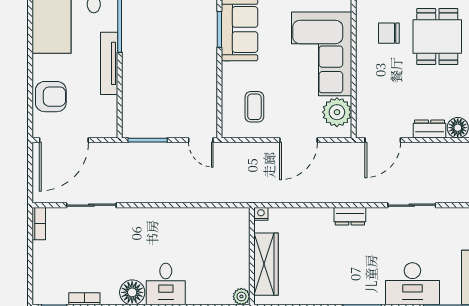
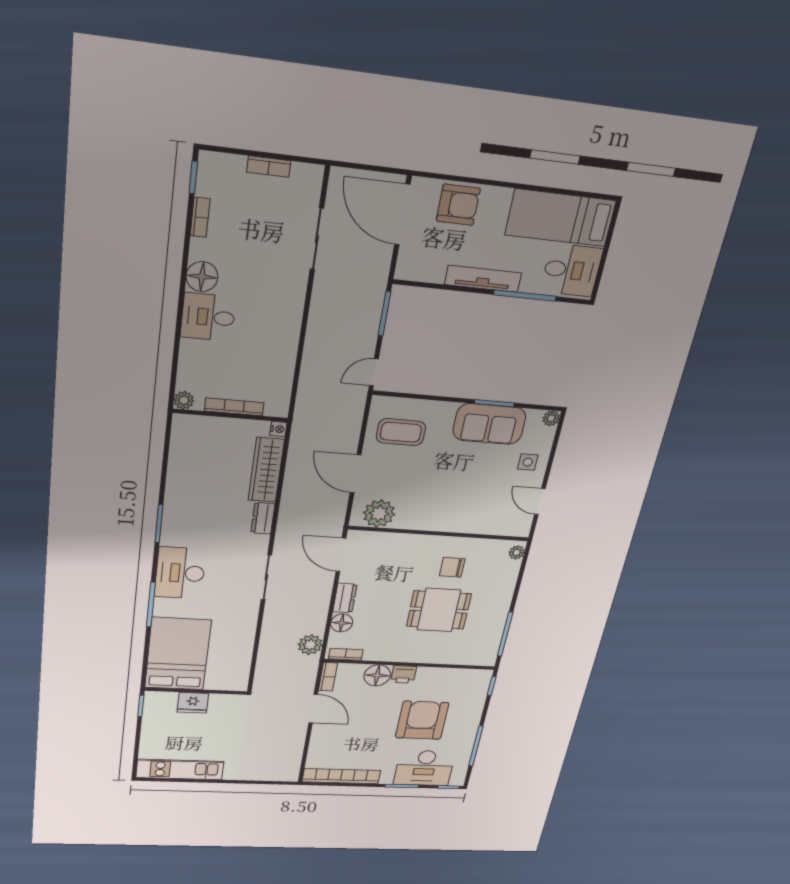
chair: (389, 33) -> (452, 567), turned -90
corner sofa: (322, 54) -> (445, 503), removed
armchair: (51, 97) -> (458, 205), turned -90
coffee table: (254, 107) -> (401, 432), width x1.36, depth x1.30
bookcase: (39, 224) -> (269, 167), moved
bookcase: (244, 254) -> (234, 407), added
wardrobe: (266, 264) -> (266, 470), moved, turned 90

